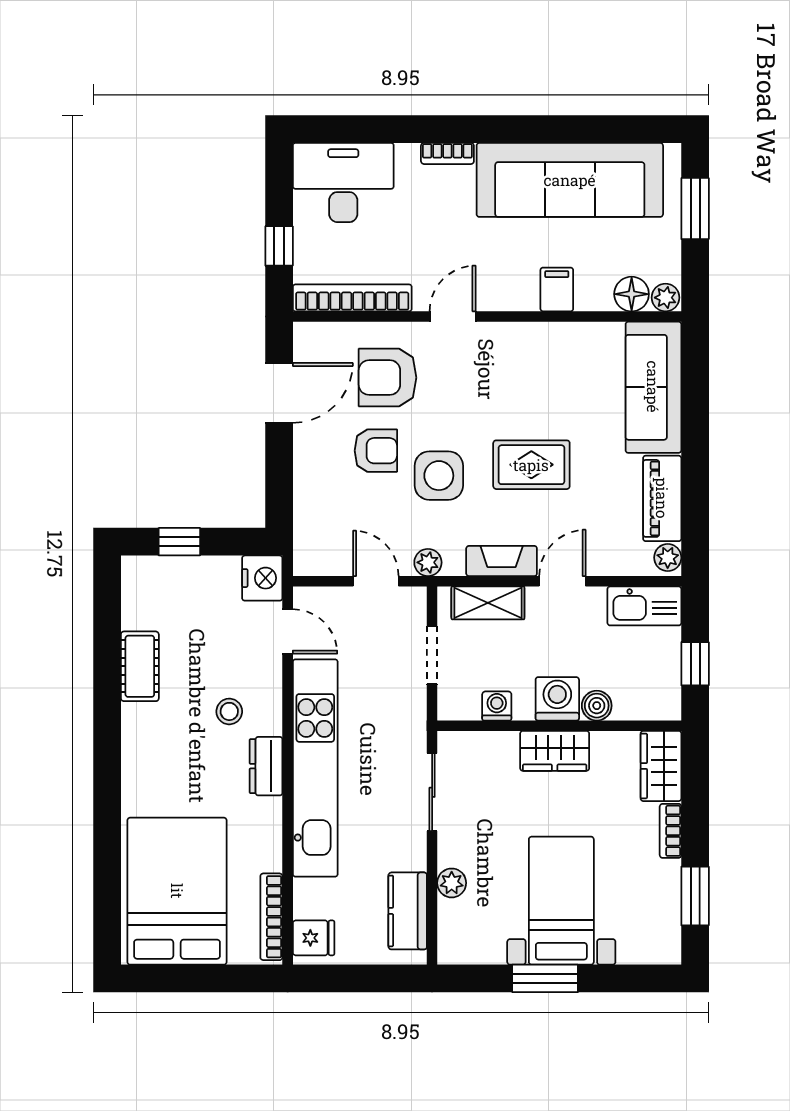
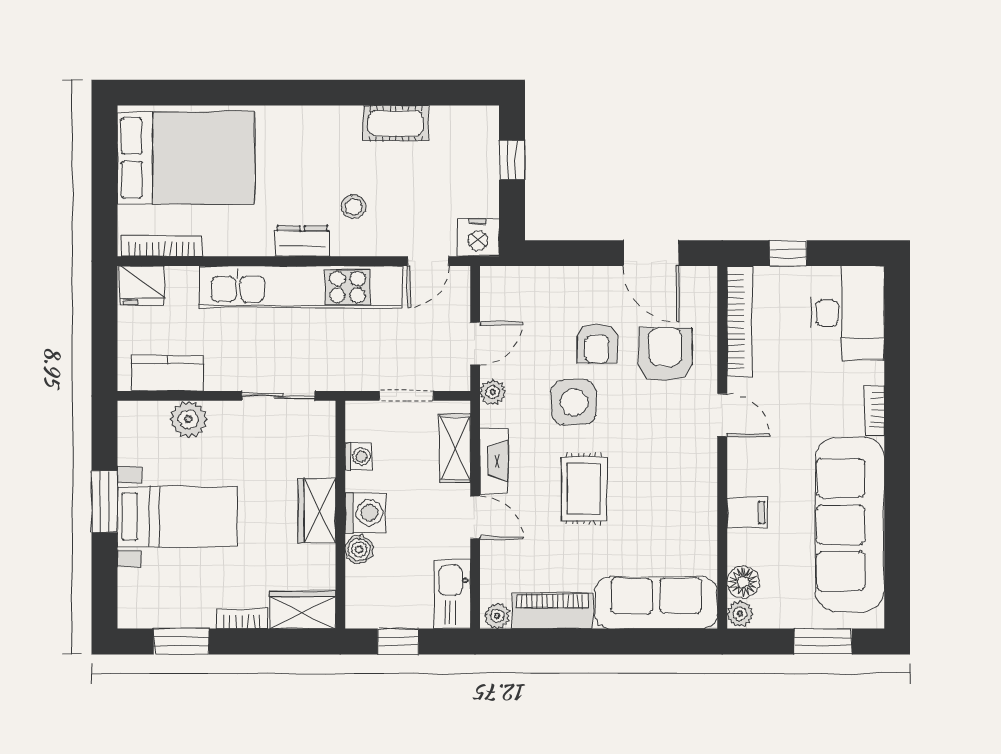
plant: (452, 883) -> (188, 419), width x1.38, depth x1.38
fridge: (314, 938) -> (142, 285), width x1.38

